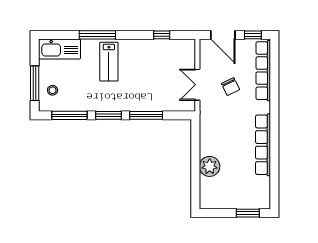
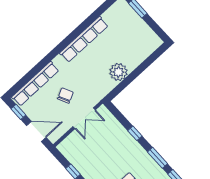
door: (223, 35) -> (36, 132), hinge flipped
window: (146, 115) -> (135, 133), width x0.46
plant: (210, 166) -> (118, 72), moved

